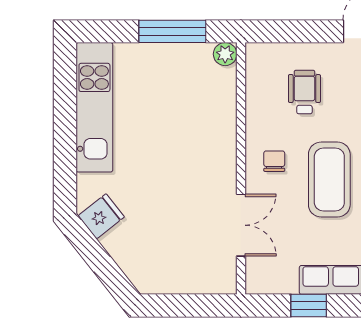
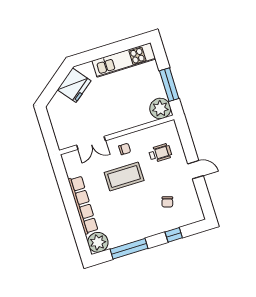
plant: (225, 54) -> (160, 109), width x1.87, depth x1.87
fridge: (101, 216) -> (74, 85), width x1.88, depth x1.34
window: (309, 306) -> (64, 185), removed

